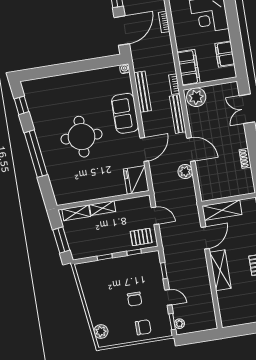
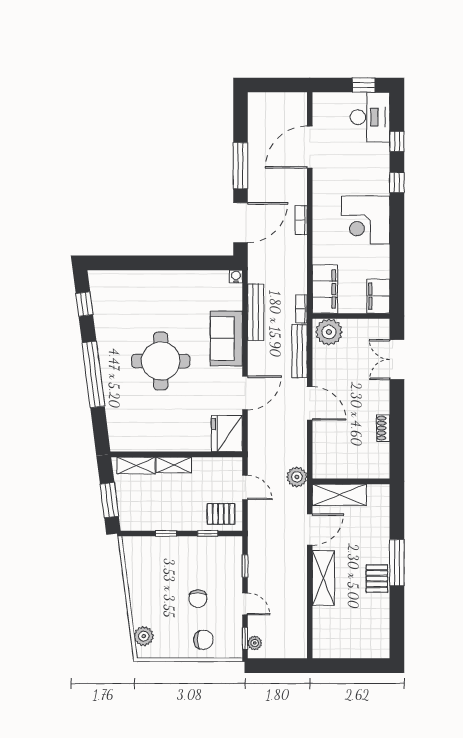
filing cabinet: (225, 54) -> (378, 296), moved
plant: (185, 171) -> (297, 477), moved

